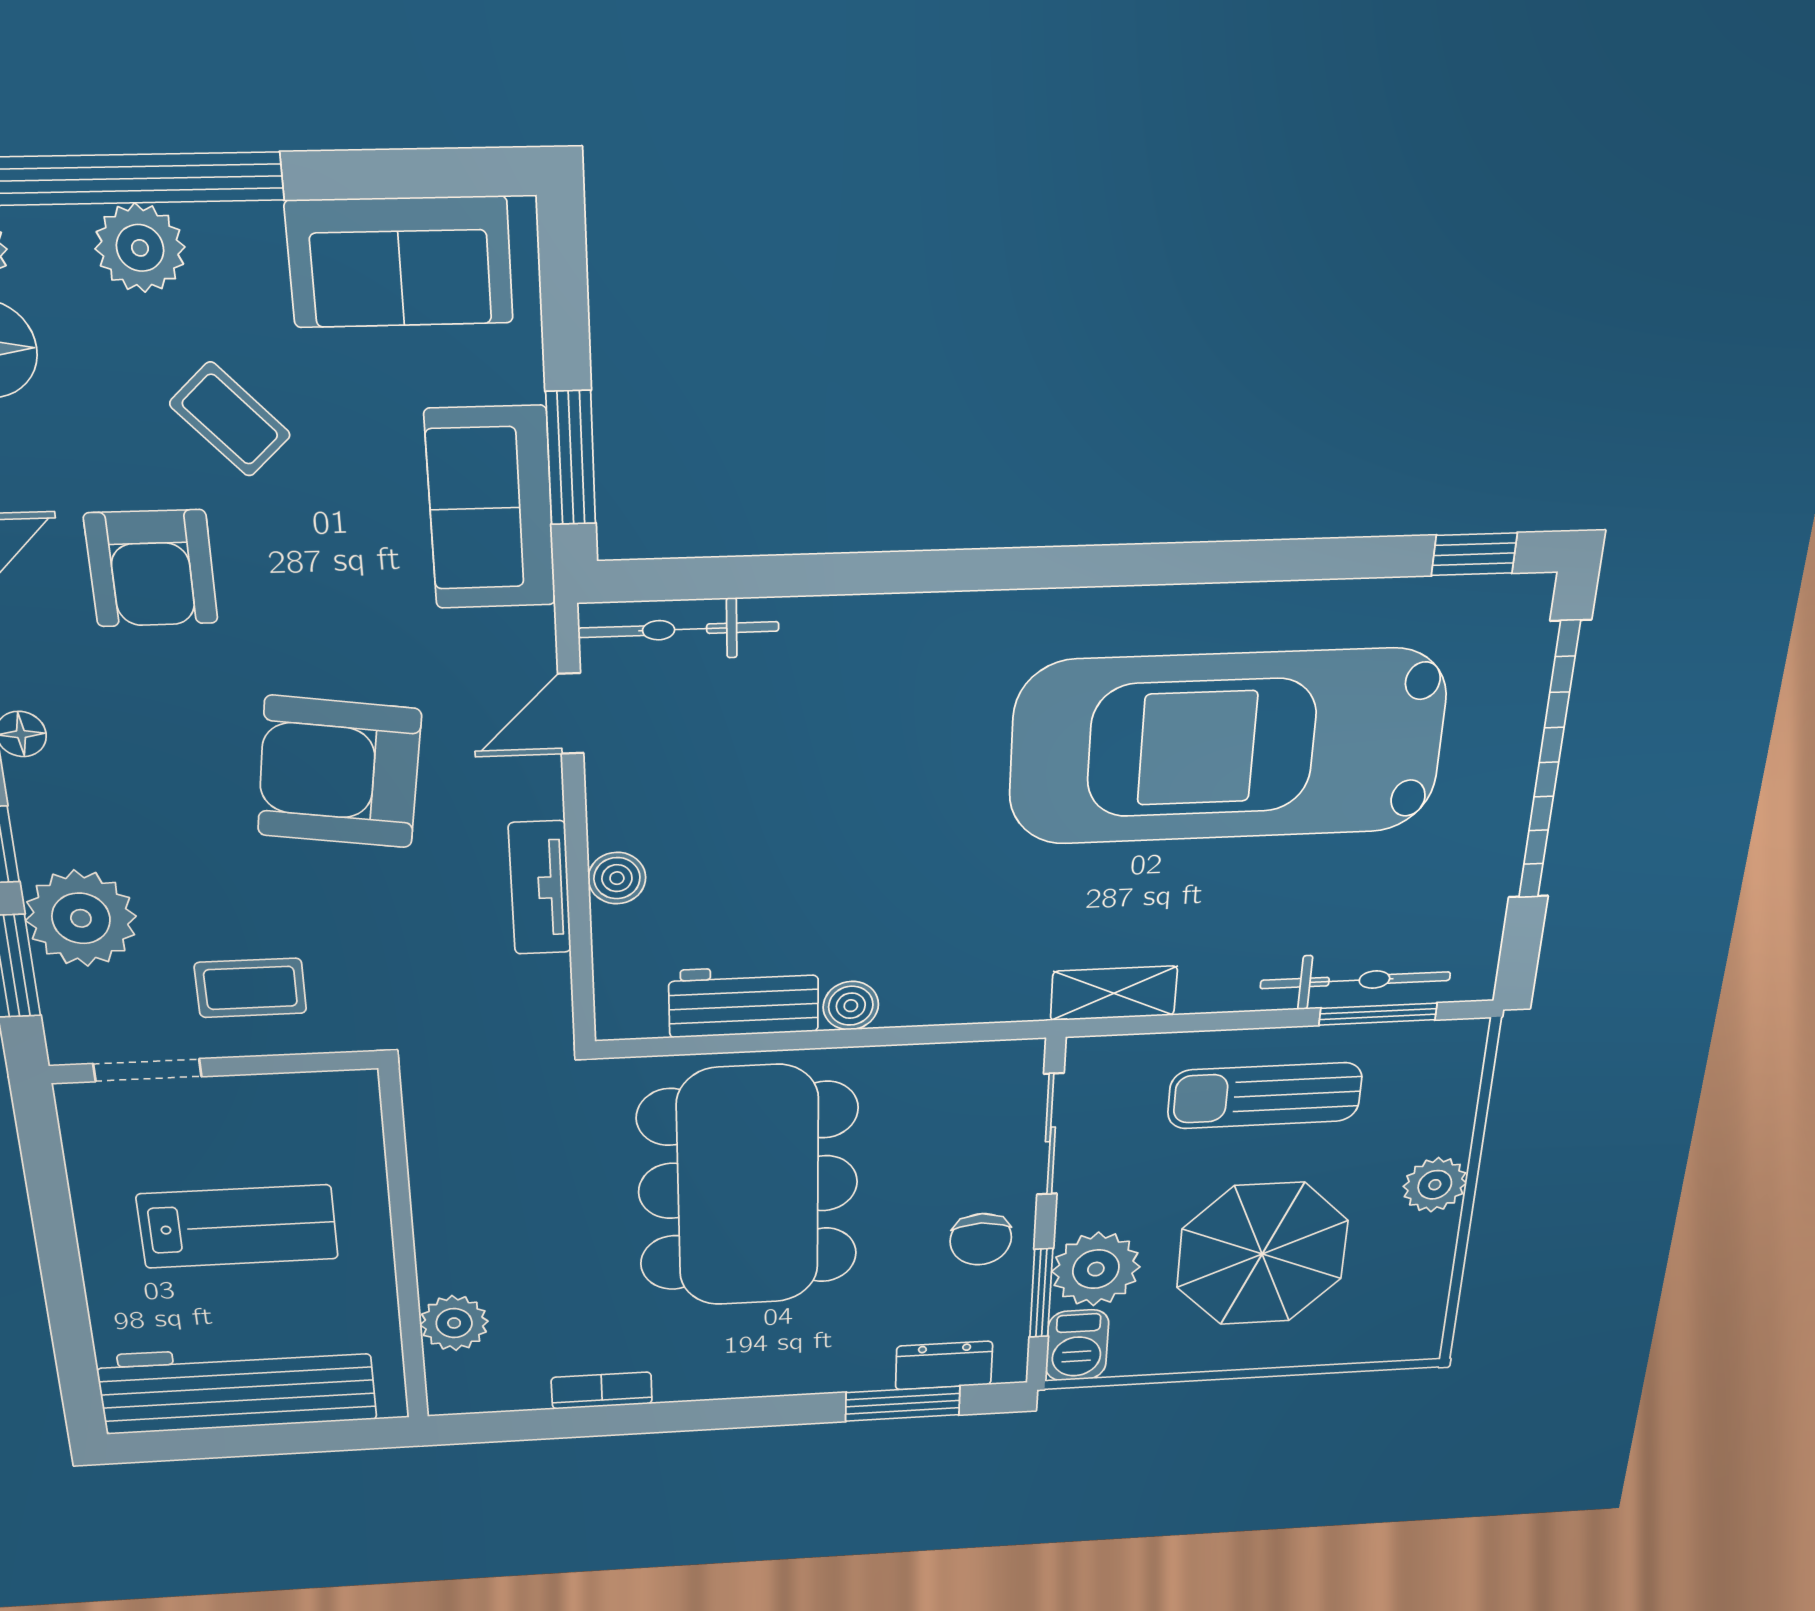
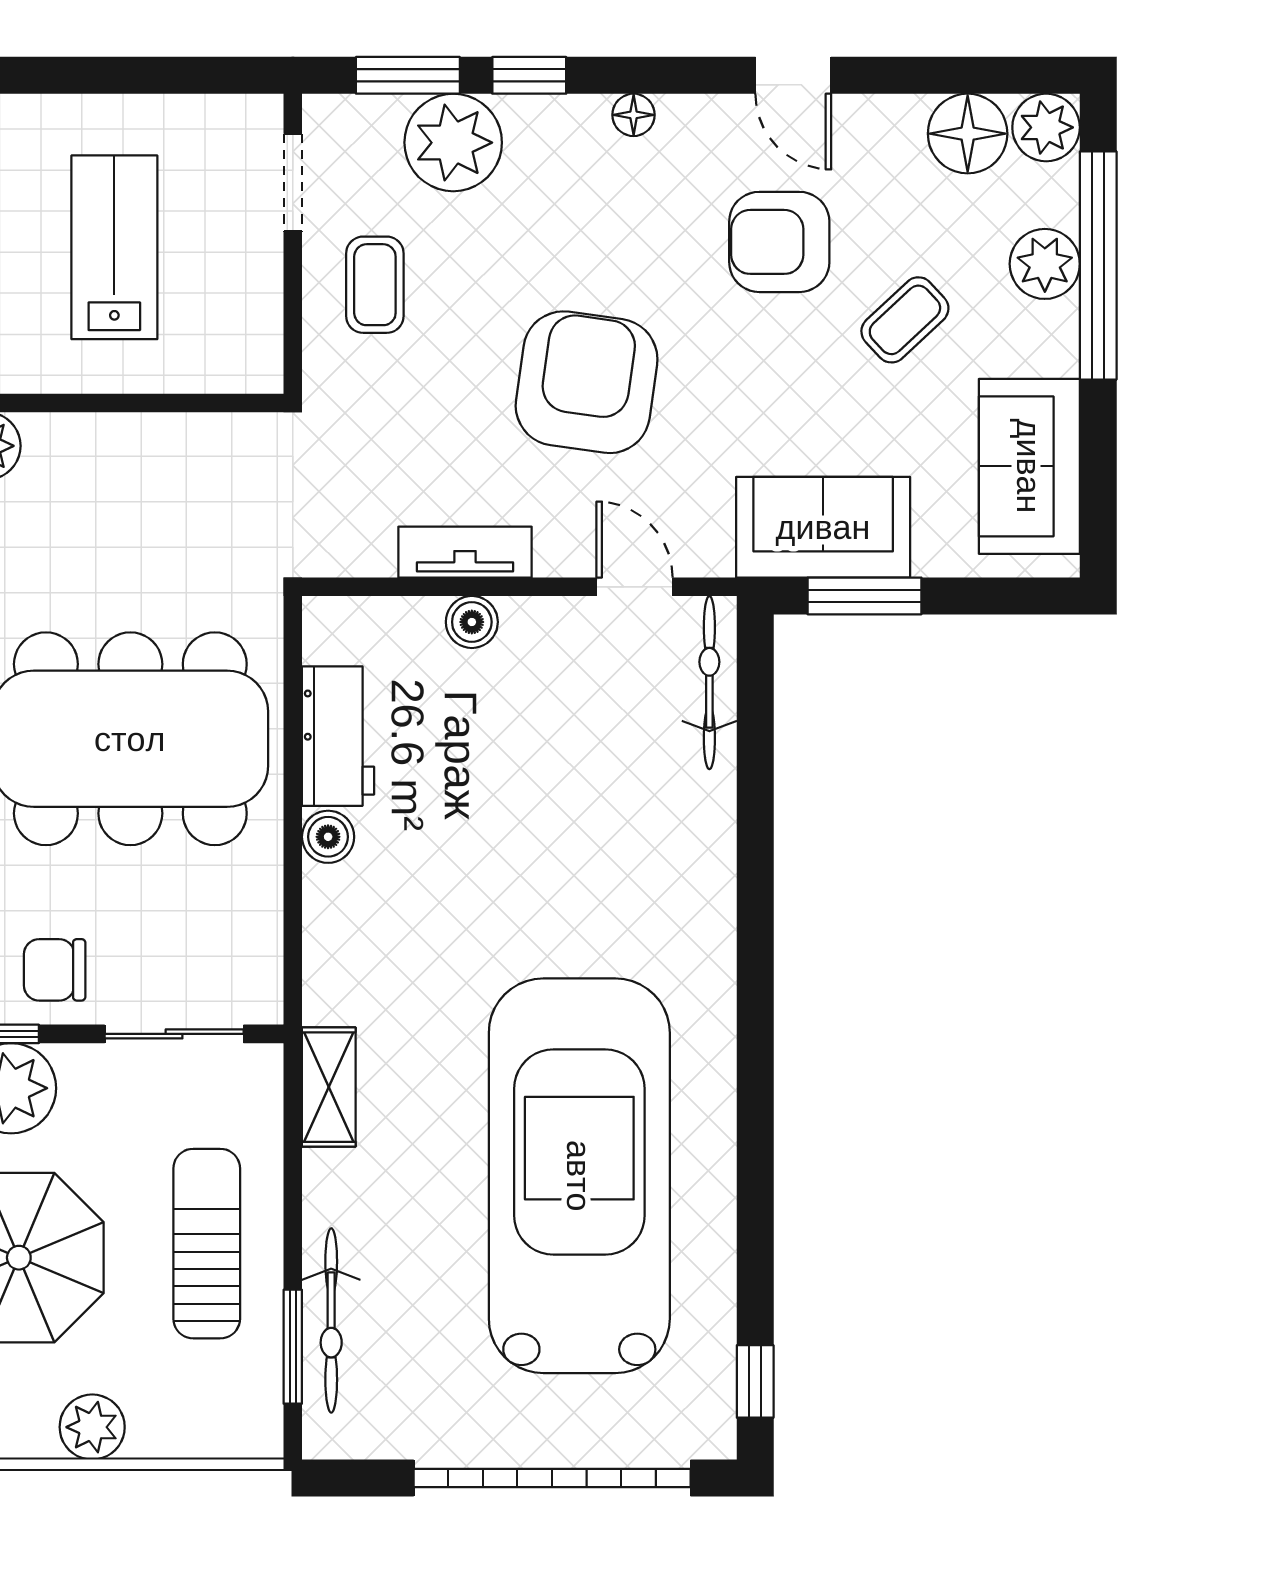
lab bench: (238, 1226) -> (114, 247), turned 180

